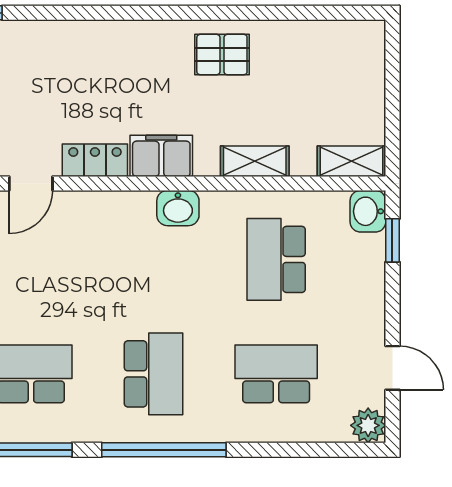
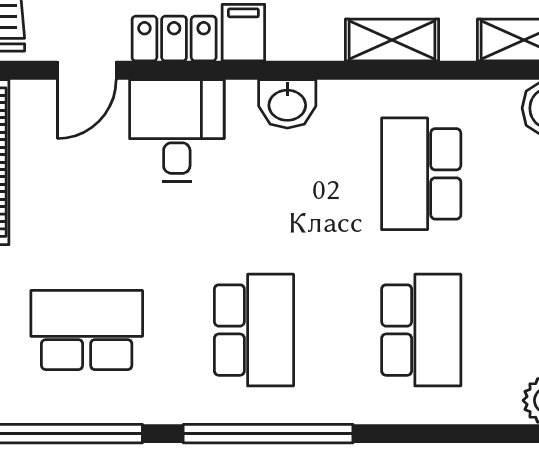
filing cabinet: (161, 156) -> (243, 33), width x0.50
desk: (97, 228) -> (177, 131), added
school desk: (276, 374) -> (421, 330), turned 90

